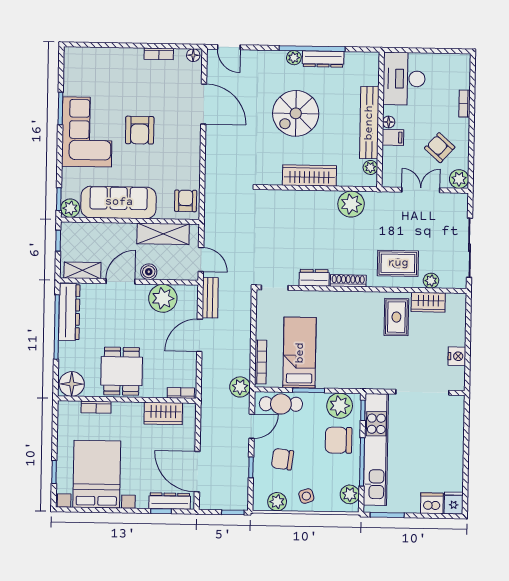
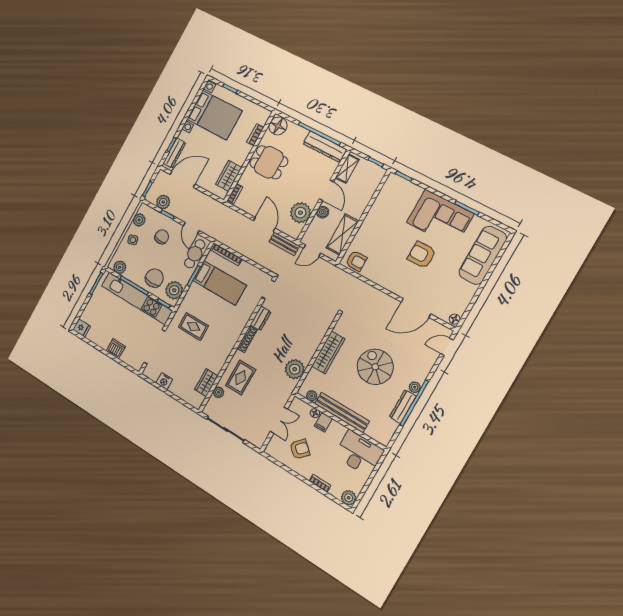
bookcase: (159, 54) -> (469, 296), removed
floor lamp: (389, 122) -> (315, 413), moved
plant: (459, 179) -> (349, 498), moved
sofa: (119, 202) -> (483, 255), moved, turned 180
plant: (70, 208) -> (393, 181), removed
rug: (396, 317) -> (193, 327), moved
plant: (240, 387) -> (163, 202), moved
dishwasher: (432, 503) -> (116, 349), moved, turned -90

